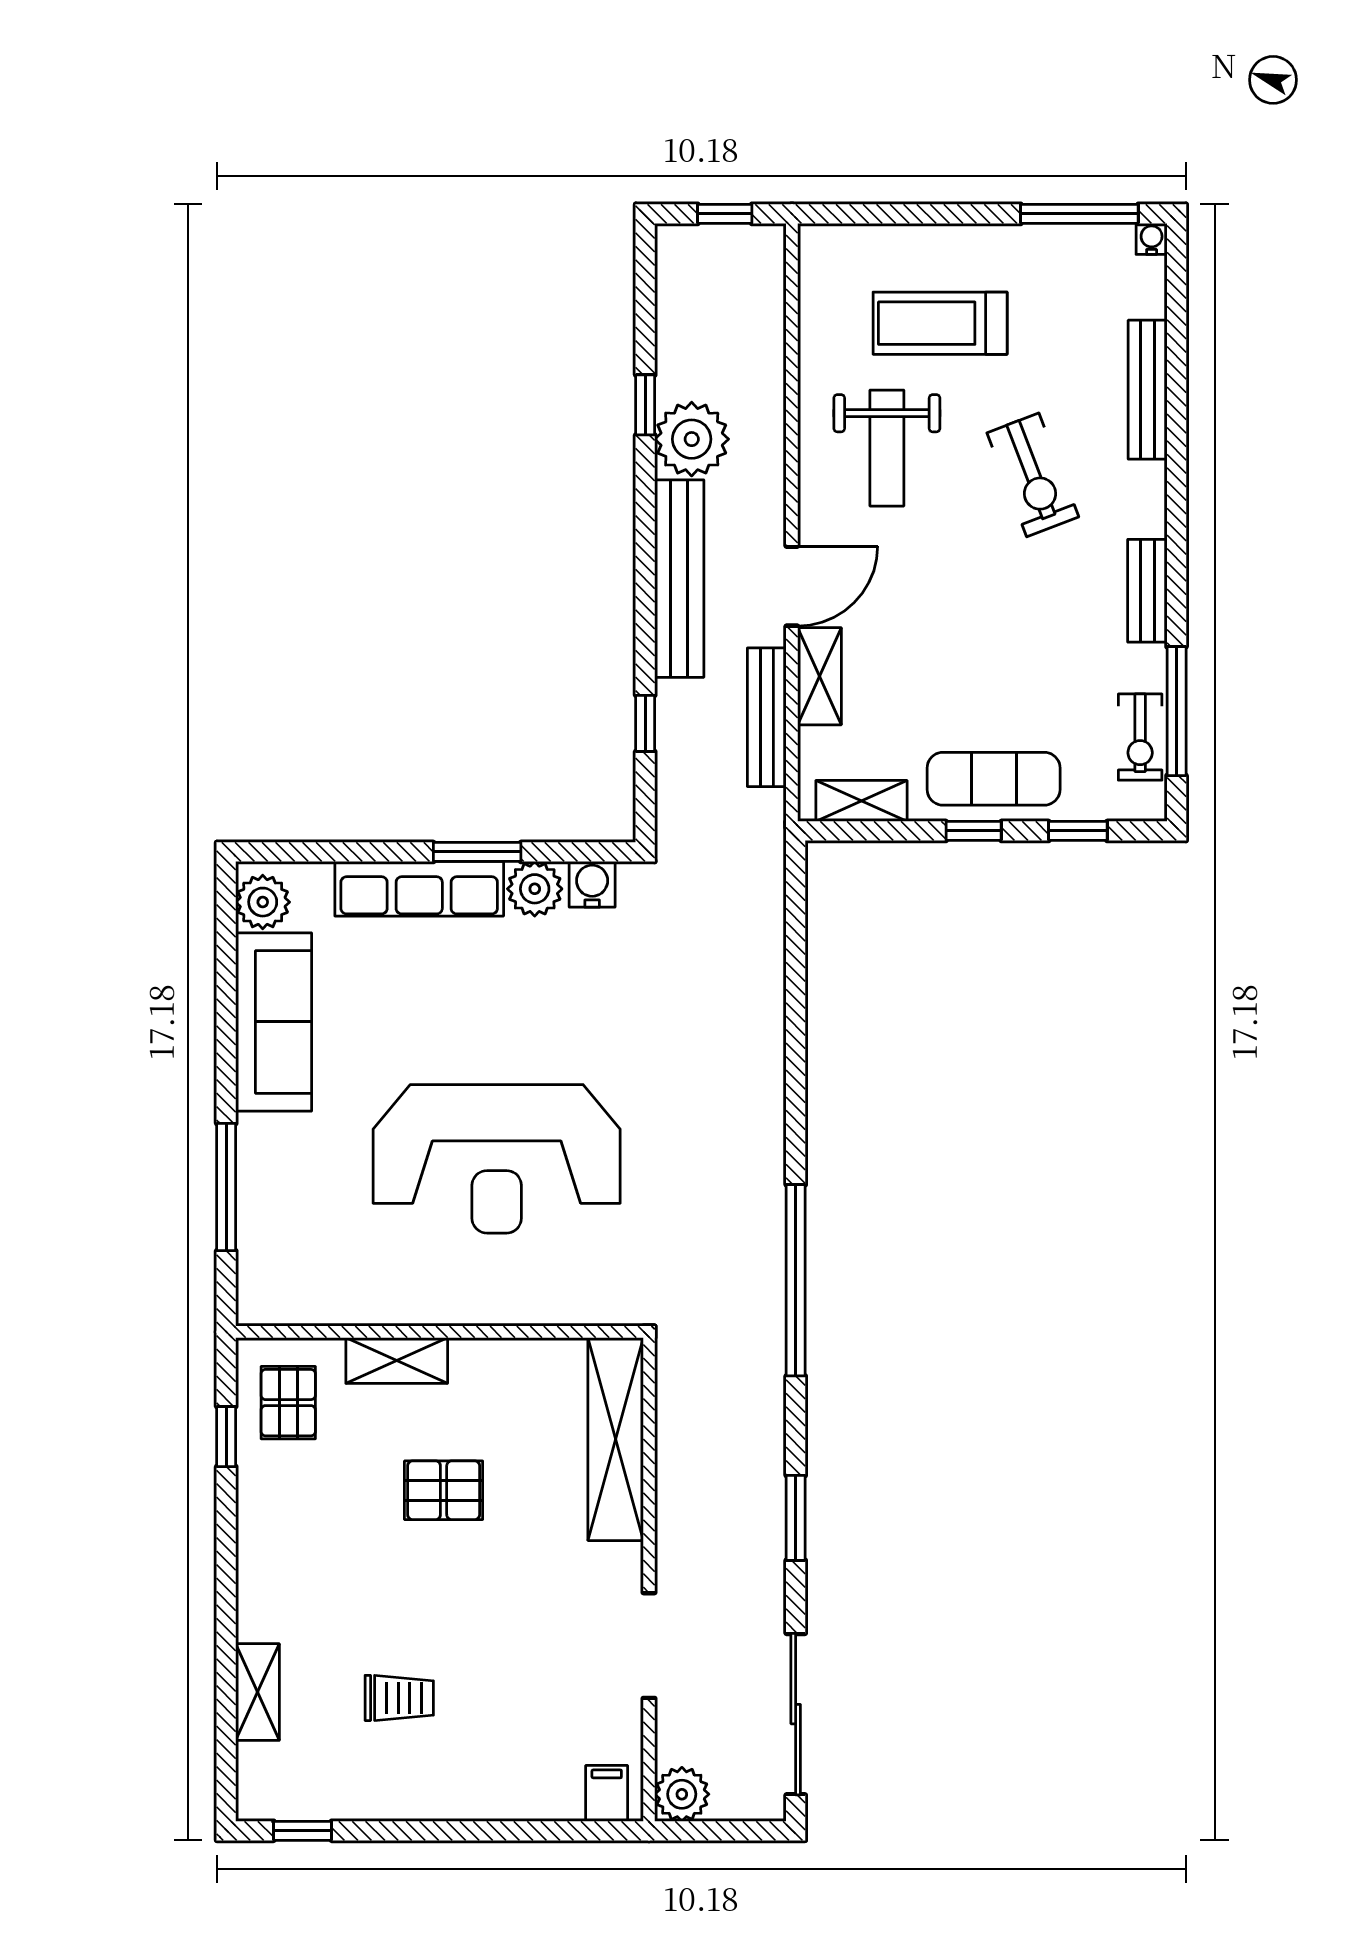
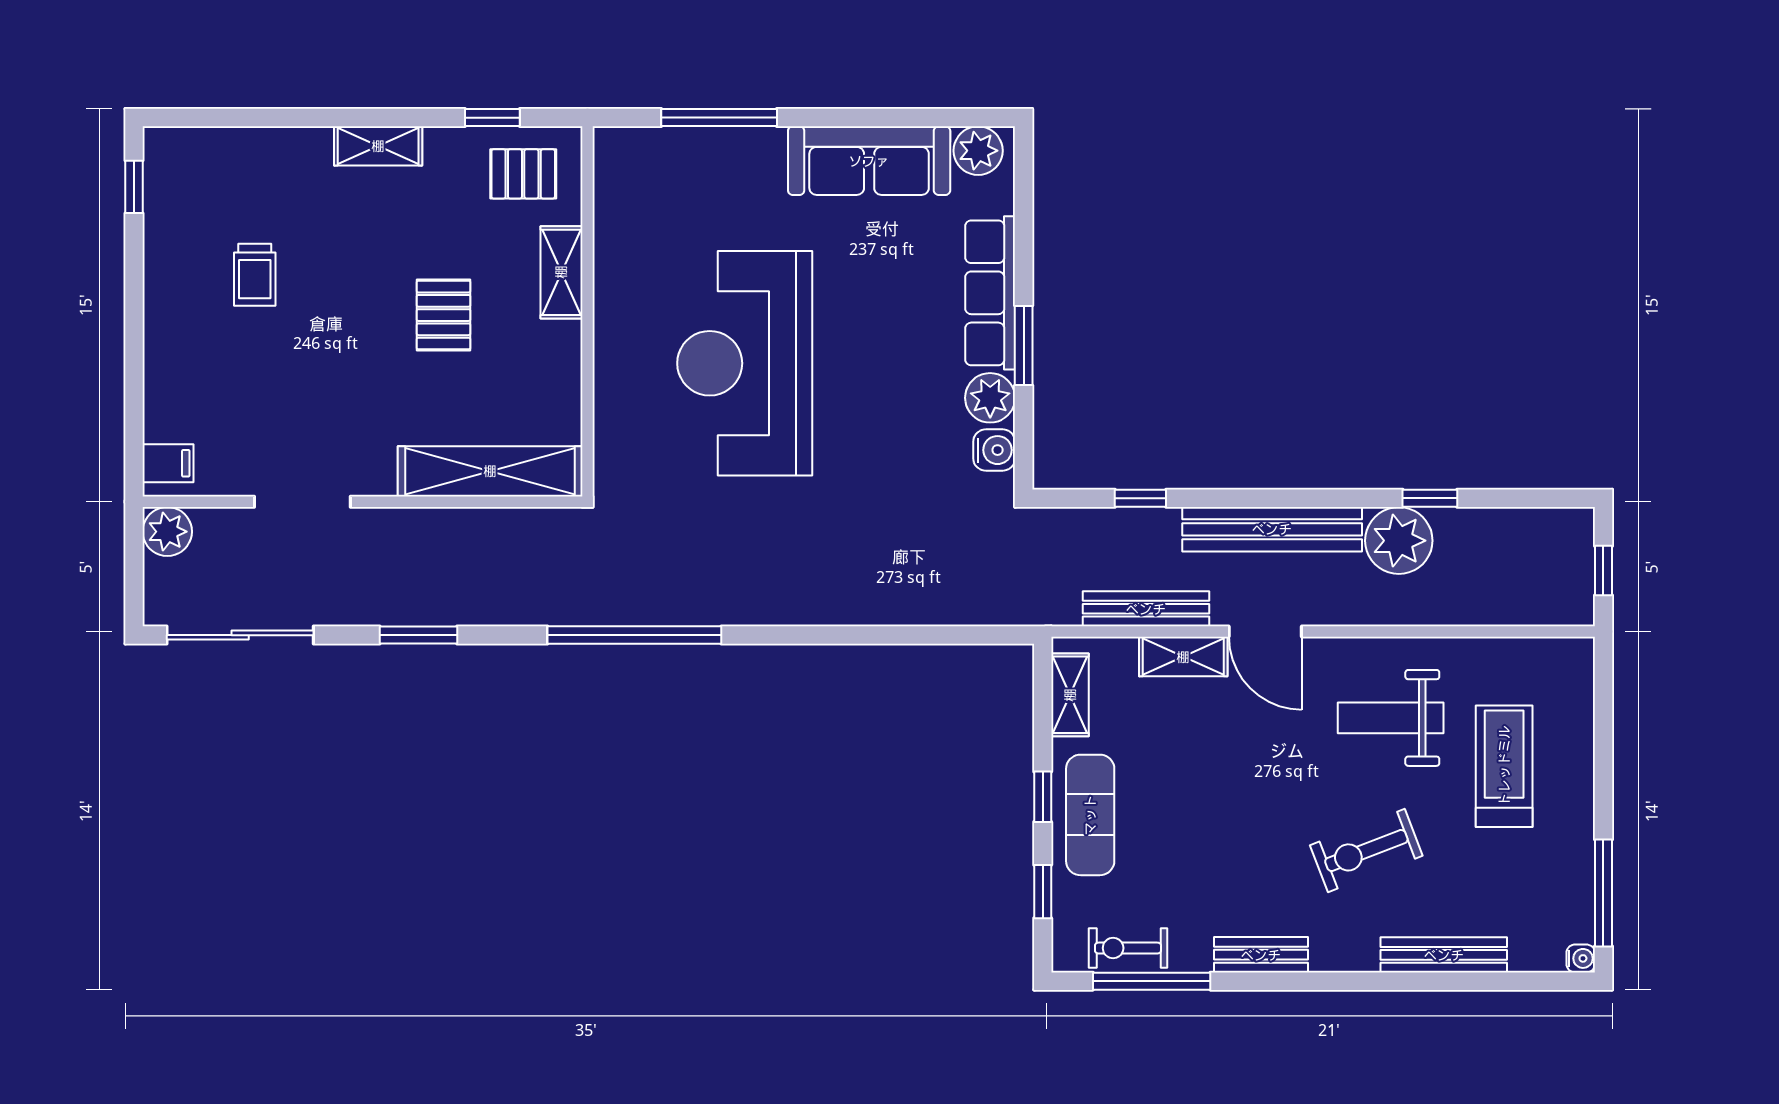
shelving: (257, 1692) -> (378, 146), moved

